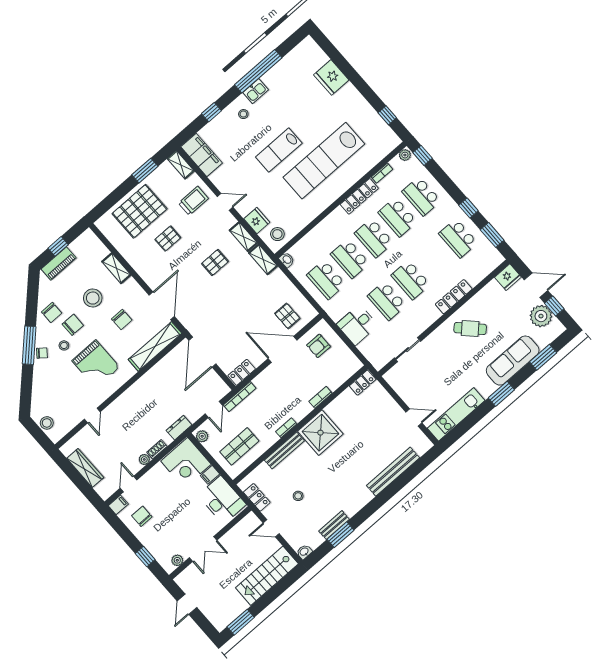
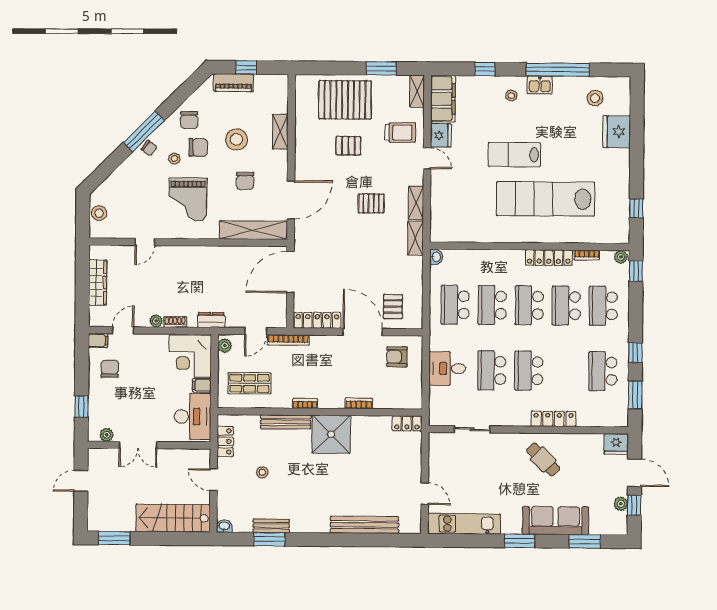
fridge: (257, 221) -> (441, 135), moved
stool: (277, 234) -> (595, 98), moved
plant: (541, 316) -> (621, 504), width x0.53, depth x0.53
locker: (242, 372) -> (317, 320), width x1.53

